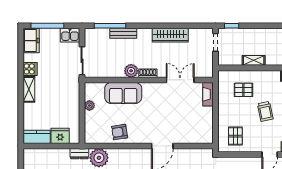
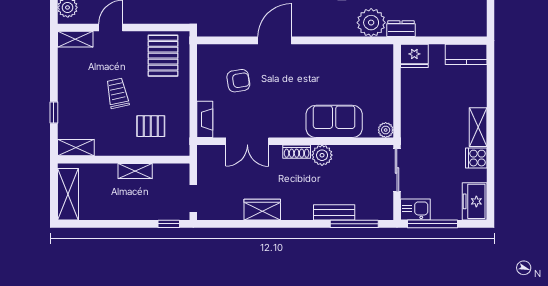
window: (47, 26) -> (433, 224), moved
wardrobe: (170, 35) -> (262, 210), width x0.67
plant: (89, 105) -> (386, 130), moved
armchair: (120, 132) -> (238, 81), moved
fridge: (60, 136) -> (414, 56), moved
pallet: (235, 136) -> (163, 56), width x1.50, depth x1.42

